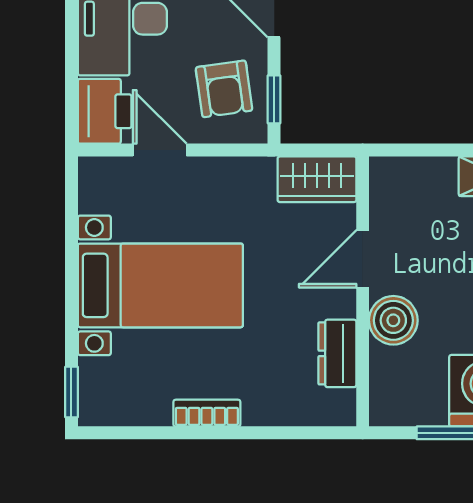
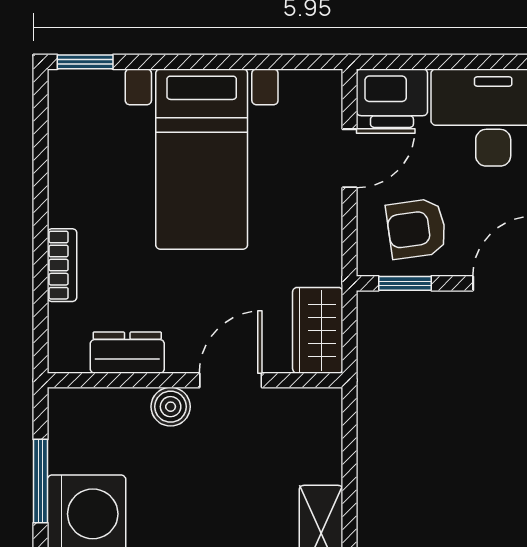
door: (363, 259) -> (231, 380), hinge flipped
boiler: (393, 320) -> (171, 407), width x0.73, depth x0.73
bookcase: (207, 413) -> (62, 265), moved

